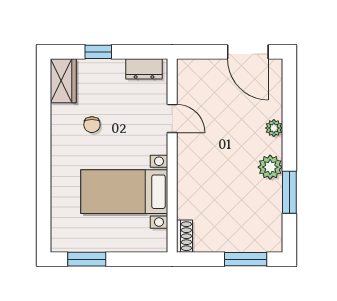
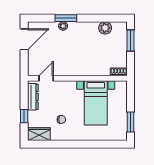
dresser: (144, 69) -> (33, 97), width x1.44
door: (172, 118) -> (46, 78), moved
plant: (270, 167) -> (105, 28), moved
window: (289, 192) -> (66, 18), moved

